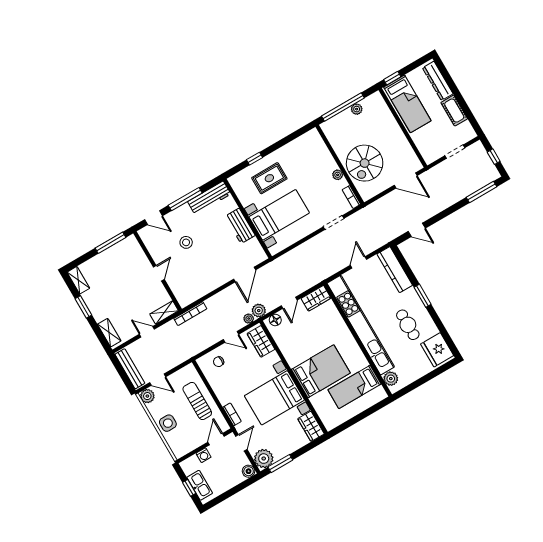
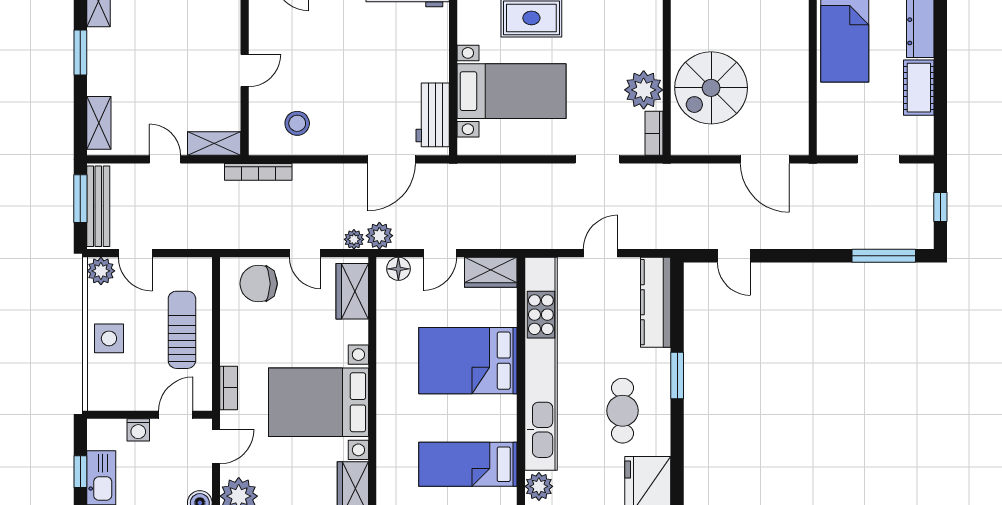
plant: (338, 175) -> (644, 90), width x1.88, depth x1.88
workbench: (240, 226) -> (433, 115), moved
stool: (186, 242) -> (297, 123), moved
chair: (219, 362) -> (259, 284), width x1.87, depth x1.87
window: (120, 370) -> (80, 199), added
bed: (321, 371) -> (468, 361), moved, turned 180

